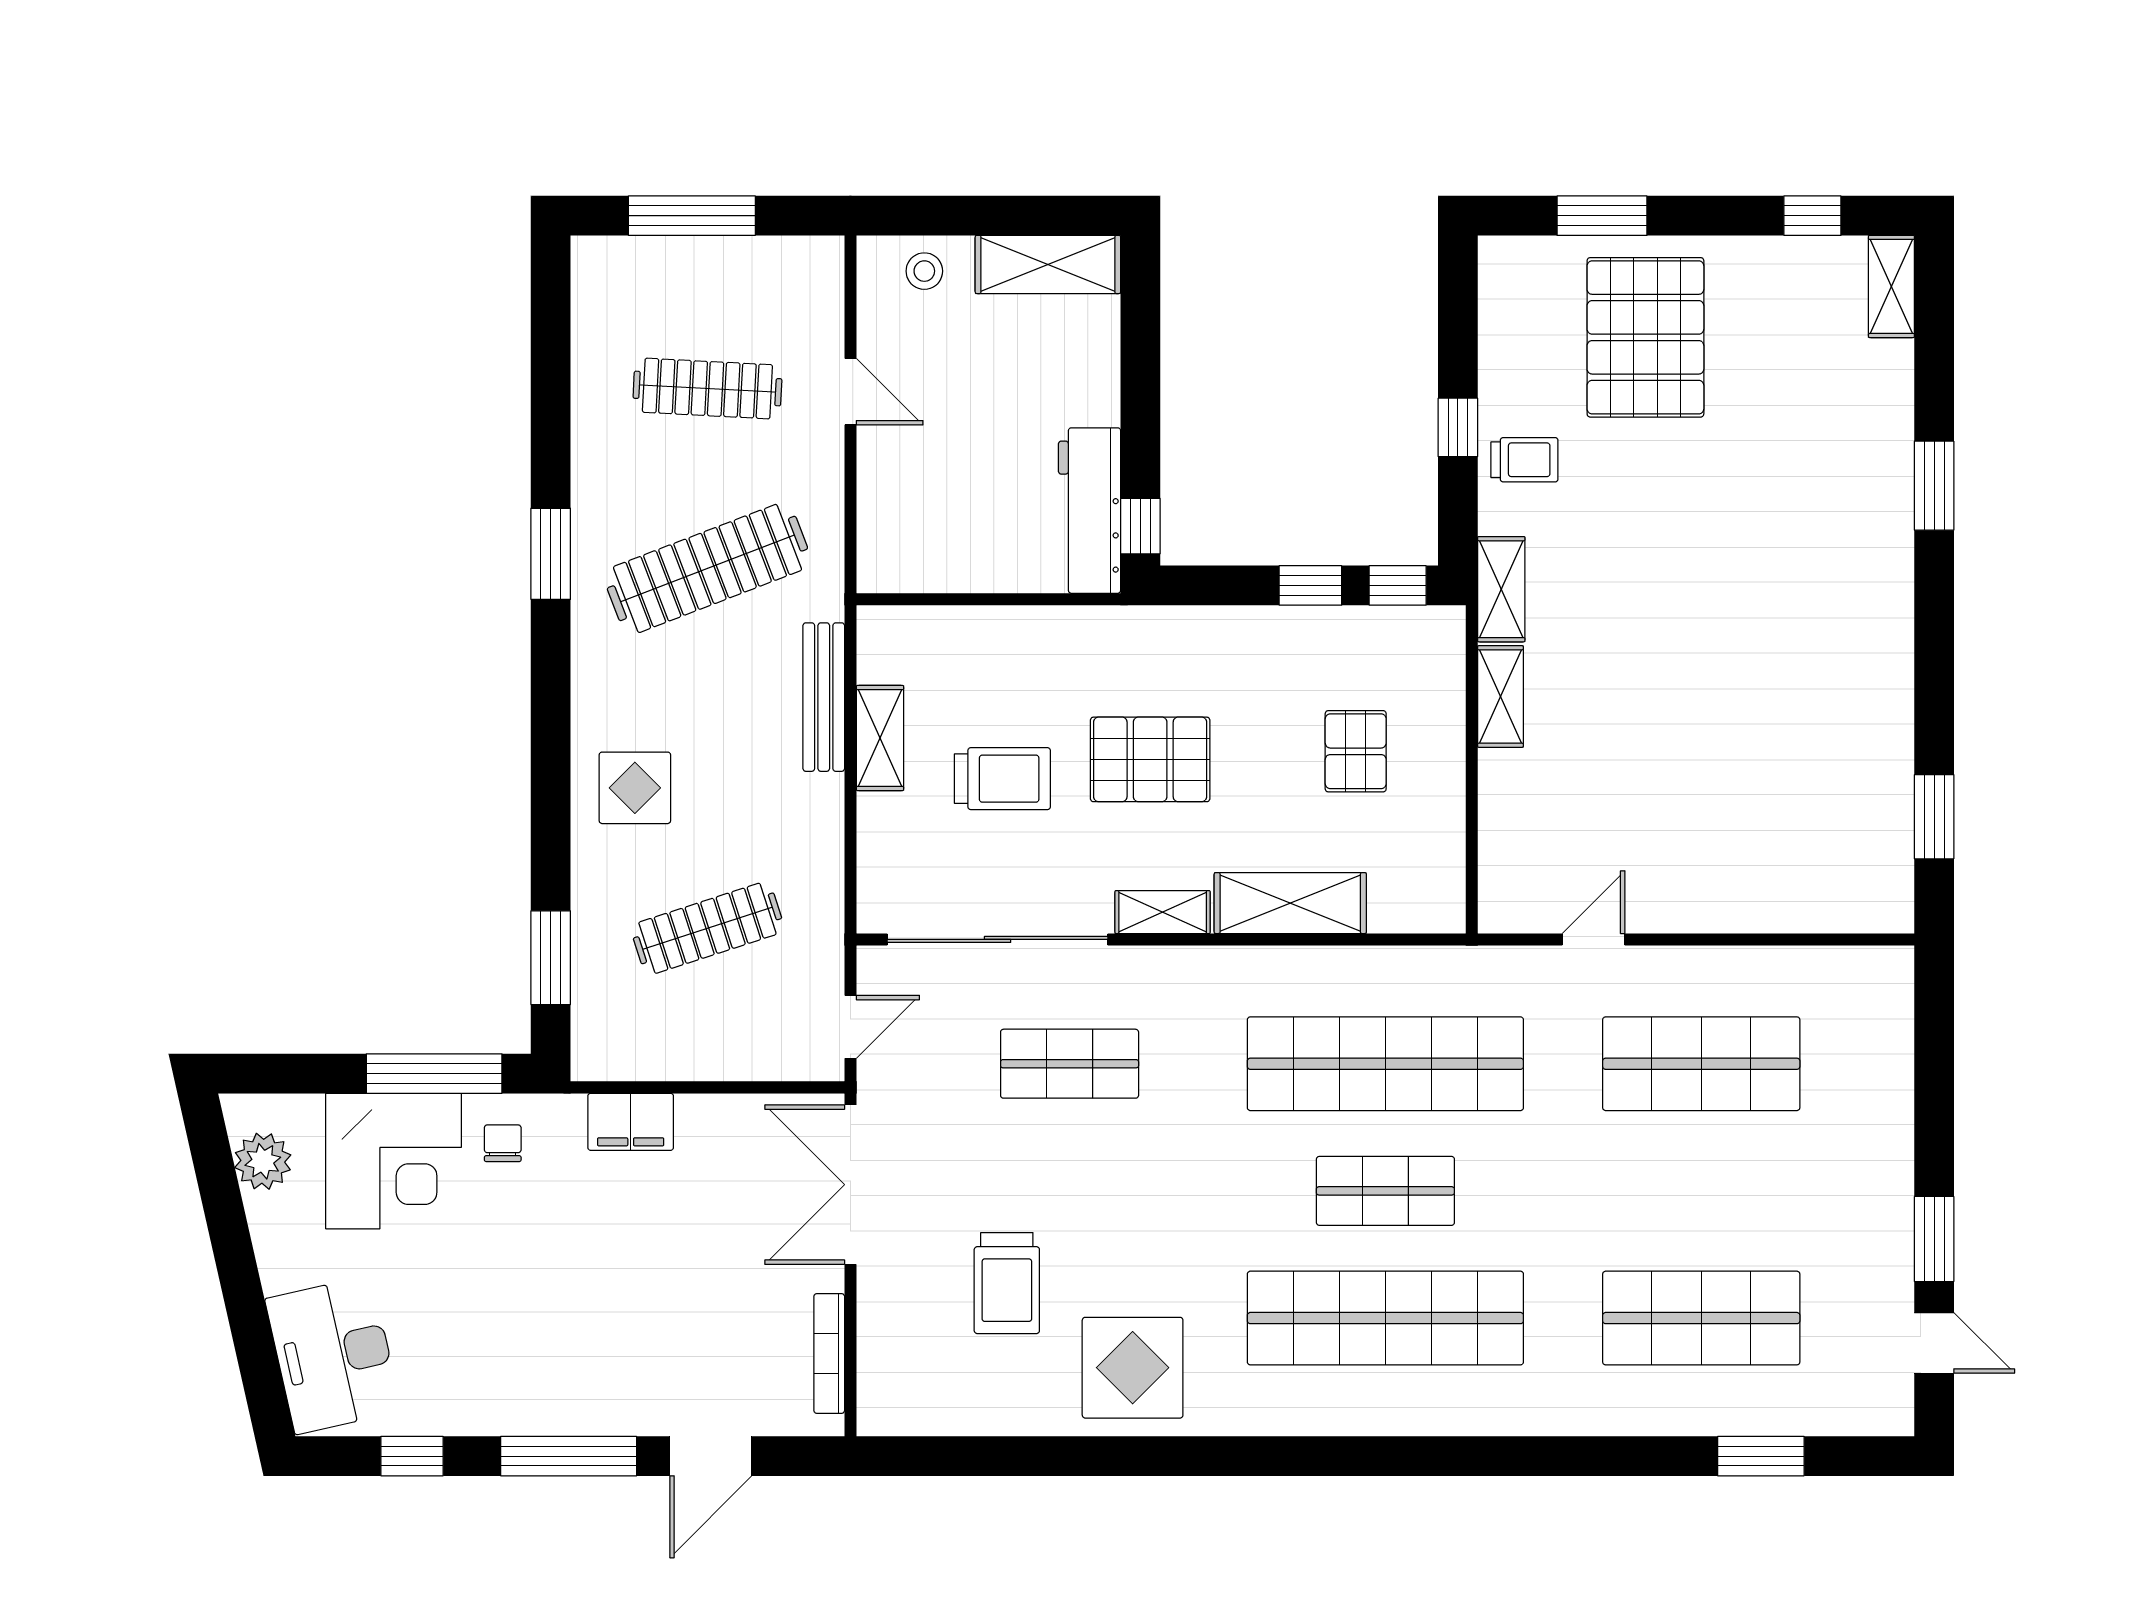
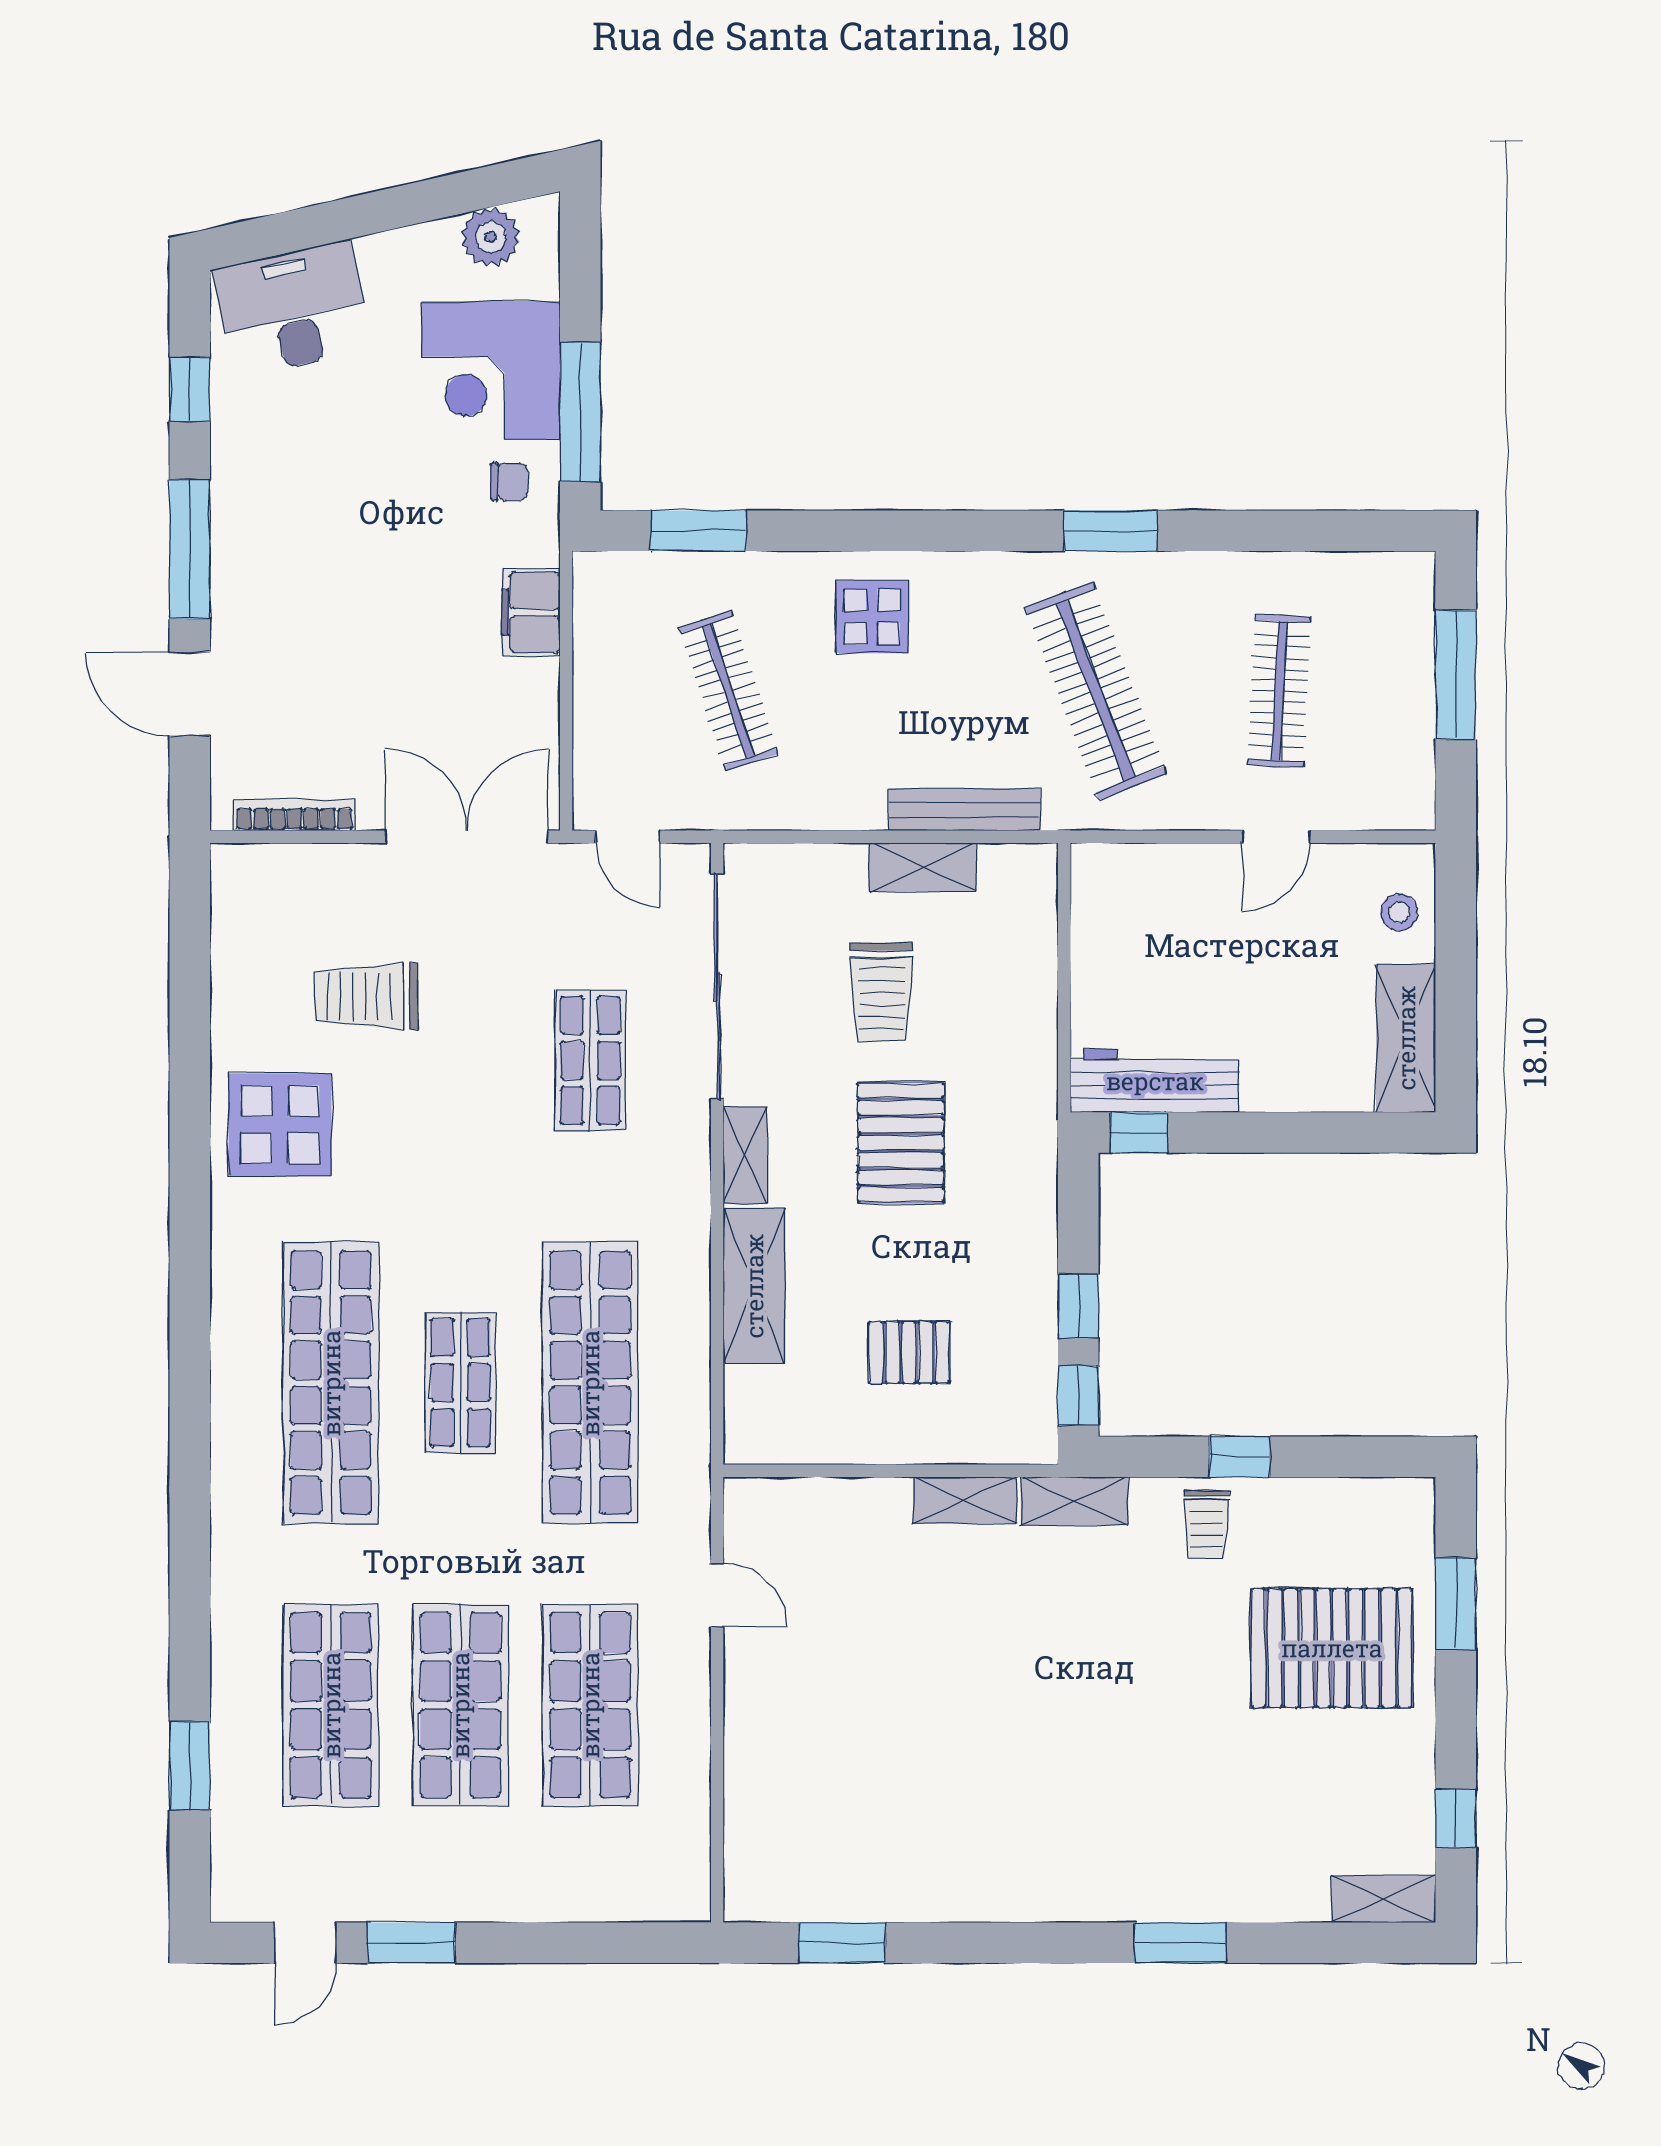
shop shelf: (1701, 1191) -> (460, 1705), added

